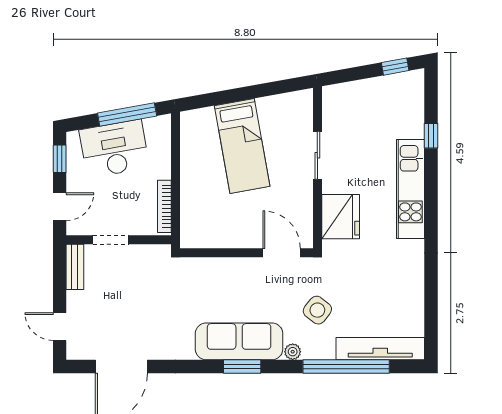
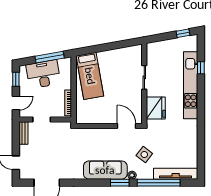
bed: (242, 146) -> (90, 76), moved
kitchen unit: (410, 189) -> (191, 85), width x1.36
window: (242, 366) -> (120, 183), moved

